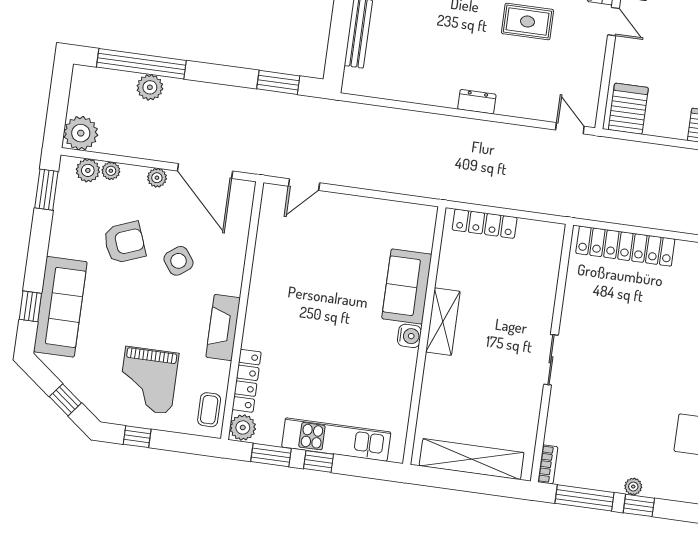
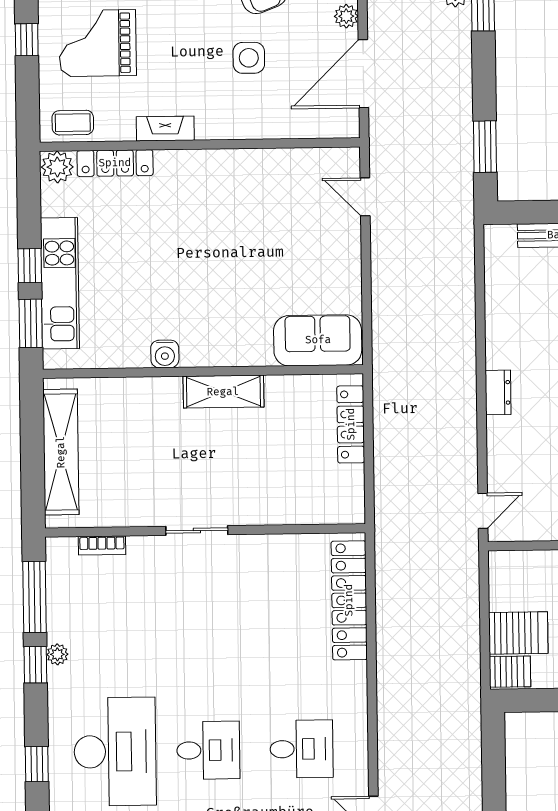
server rack: (628, 109) -> (518, 633), moved
side table: (179, 261) -> (249, 58), turned 37
sofa: (407, 286) -> (318, 340), moved
fireplace: (223, 327) -> (165, 129), width x0.73, depth x0.76
water cooler: (409, 336) -> (165, 354), moved
window: (271, 455) -> (31, 323), moved
bookcase: (548, 464) -> (102, 545), moved

